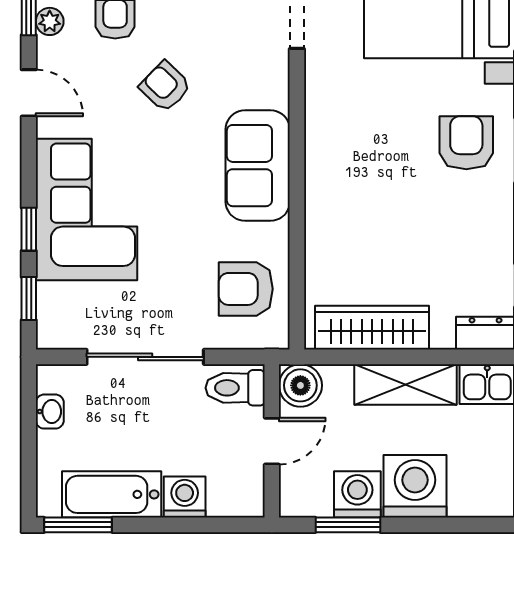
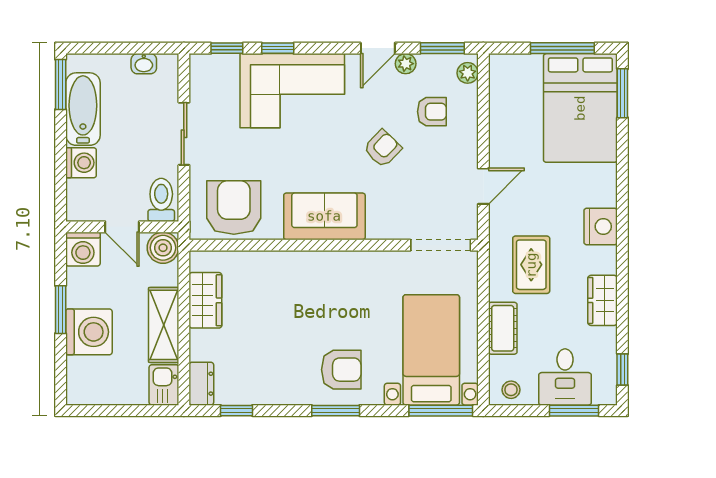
plant: (50, 21) -> (406, 64), moved
armchair: (246, 289) -> (234, 208), width x1.36, depth x1.36
wardrobe: (372, 328) -> (205, 300), width x0.67
sliding door: (145, 357) -> (184, 134), width x0.73
washing machine: (357, 494) -> (83, 249), moved, turned 90
window: (348, 525) -> (61, 310), moved

